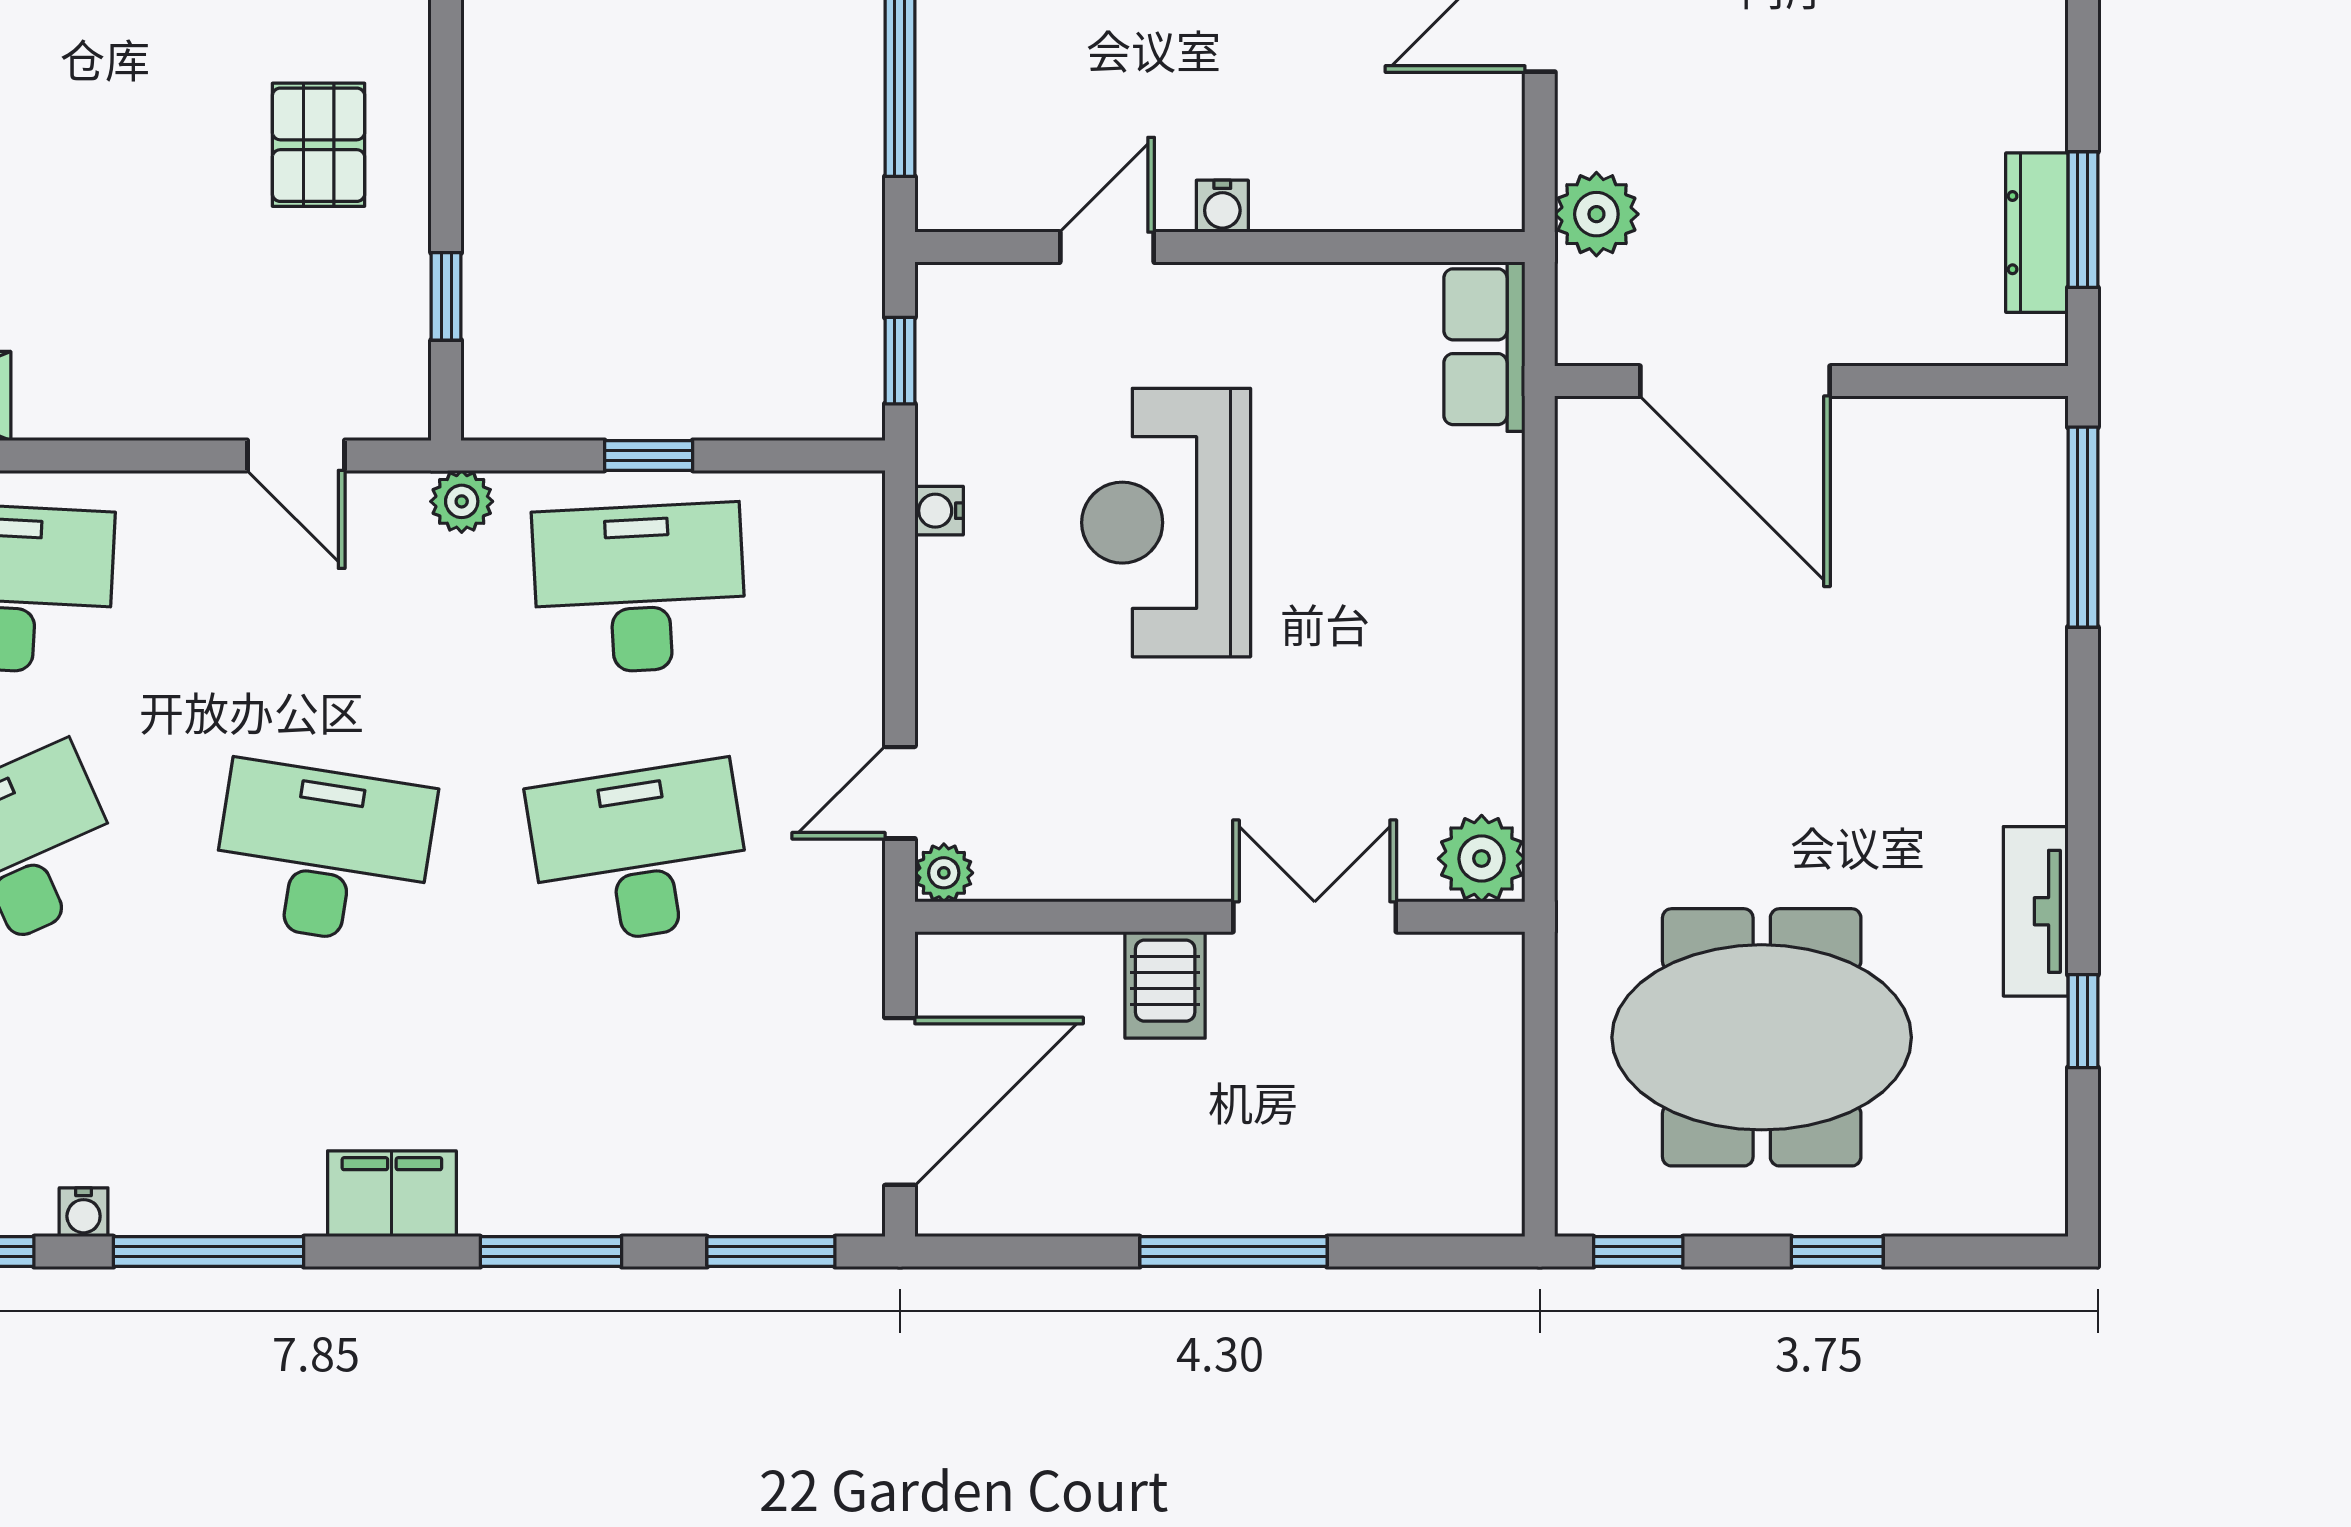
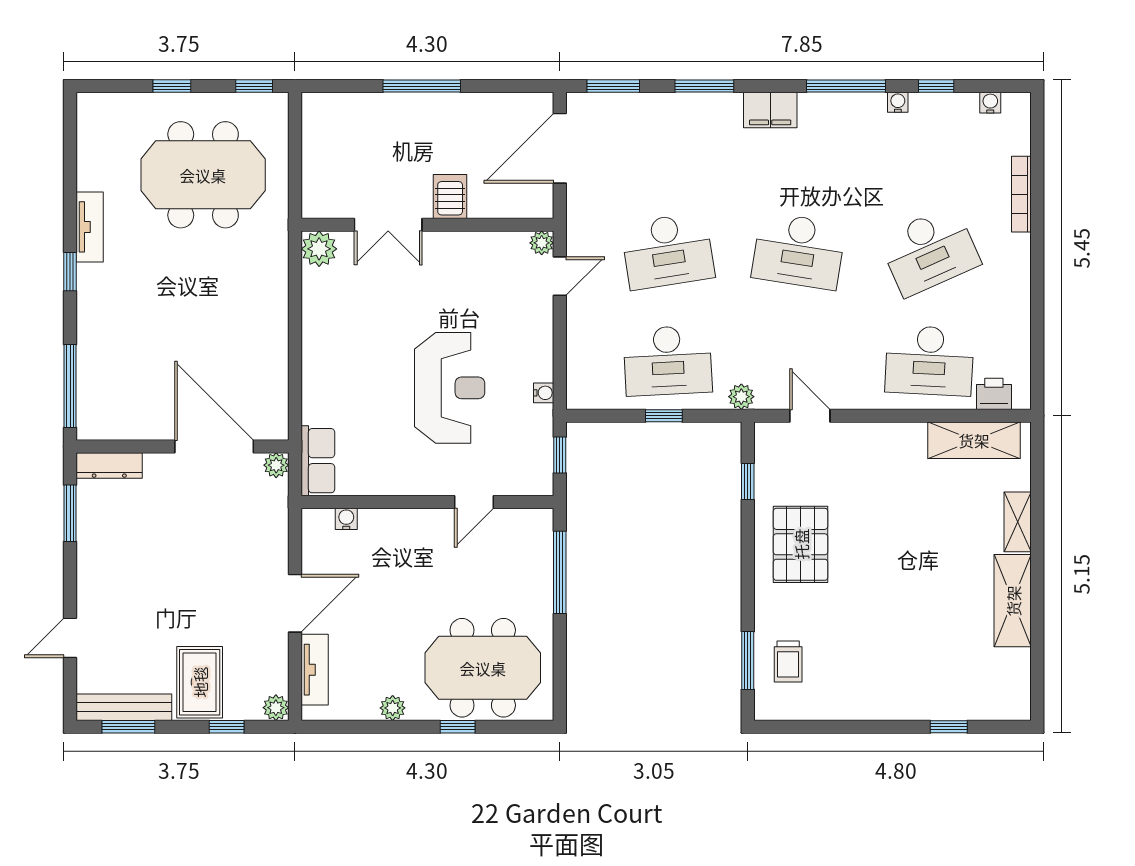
pallet: (319, 145) -> (801, 544), width x1.50, depth x1.42
water cooler: (1222, 206) -> (346, 519), moved
plant: (1596, 214) -> (276, 465), moved, width x0.73, depth x0.73
dresser: (2037, 233) -> (109, 466), moved, turned 90
window: (2083, 1021) -> (70, 272), moved

